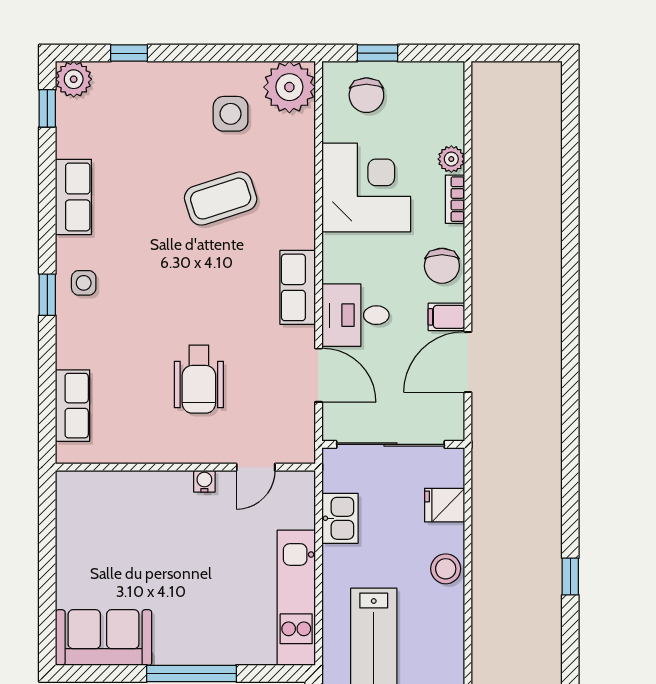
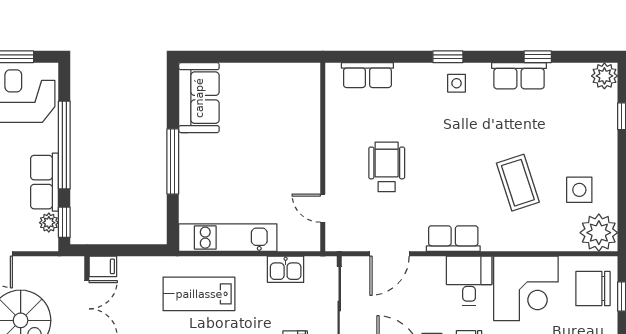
chair: (366, 95) -> (593, 289), width x1.37, depth x1.37
window: (47, 108) -> (538, 57), moved
desk: (355, 315) -> (469, 281), moved
wheelchair: (199, 379) -> (387, 167), turned 90
water cooler: (204, 481) -> (312, 171), removed

